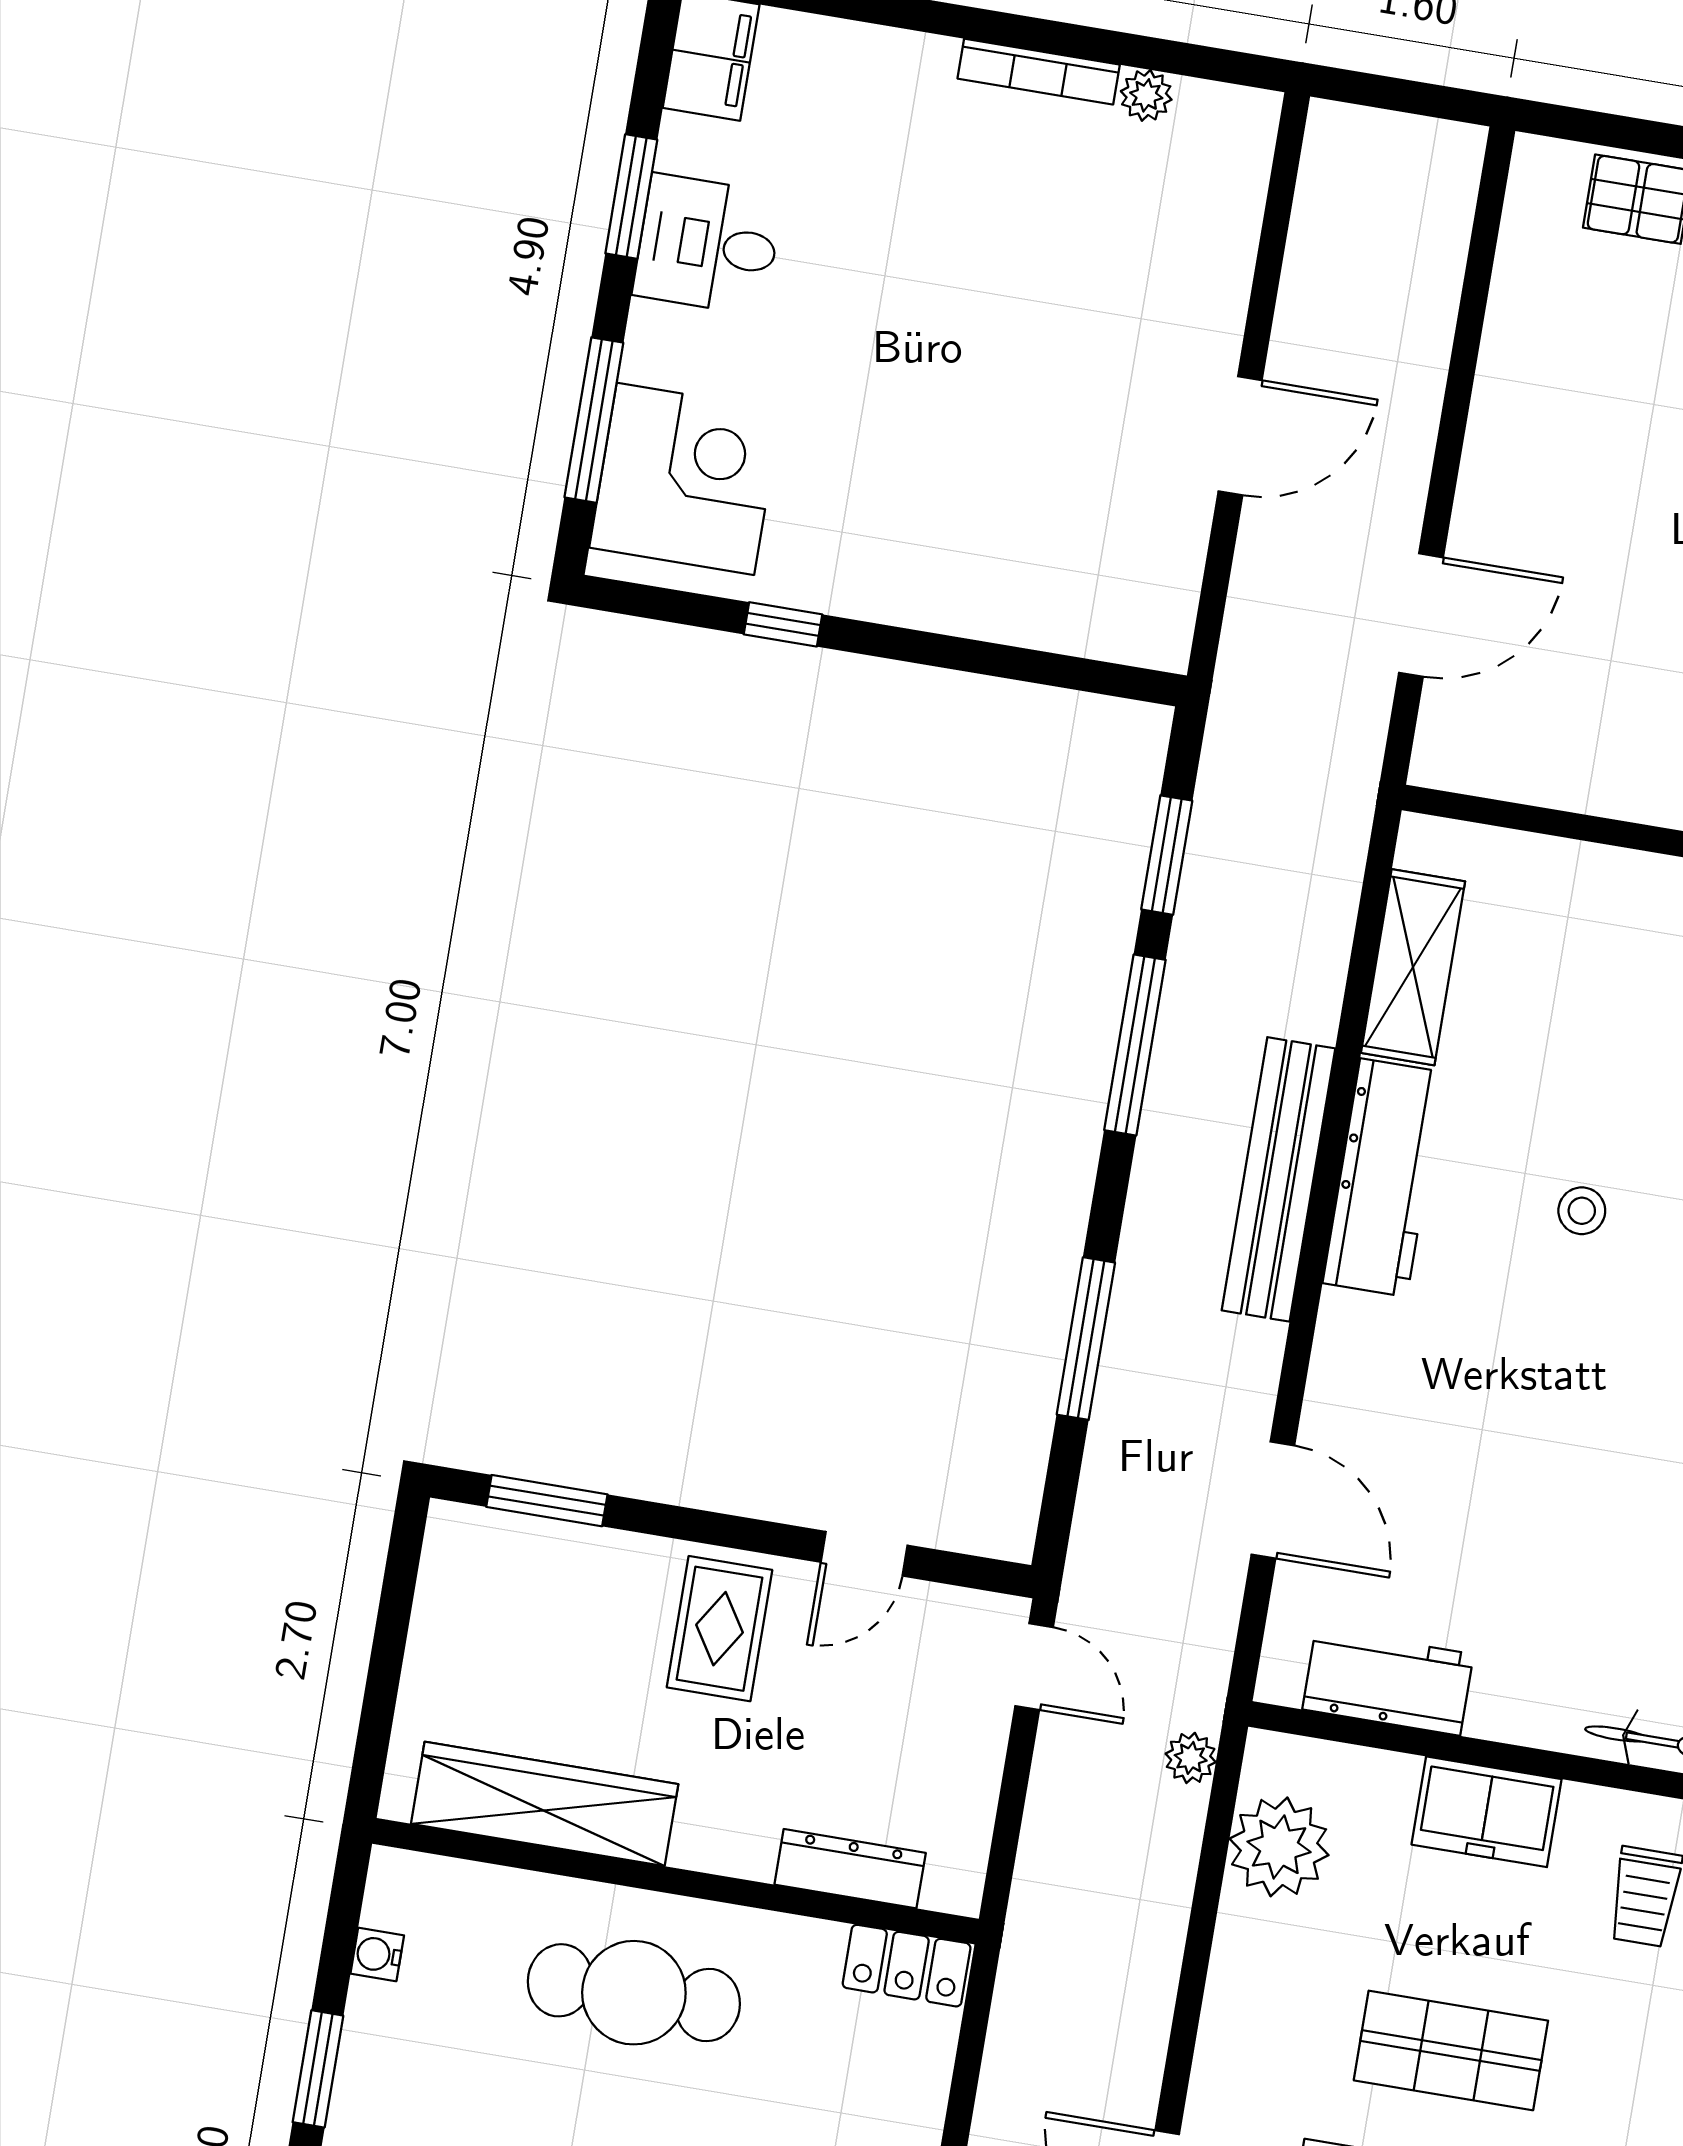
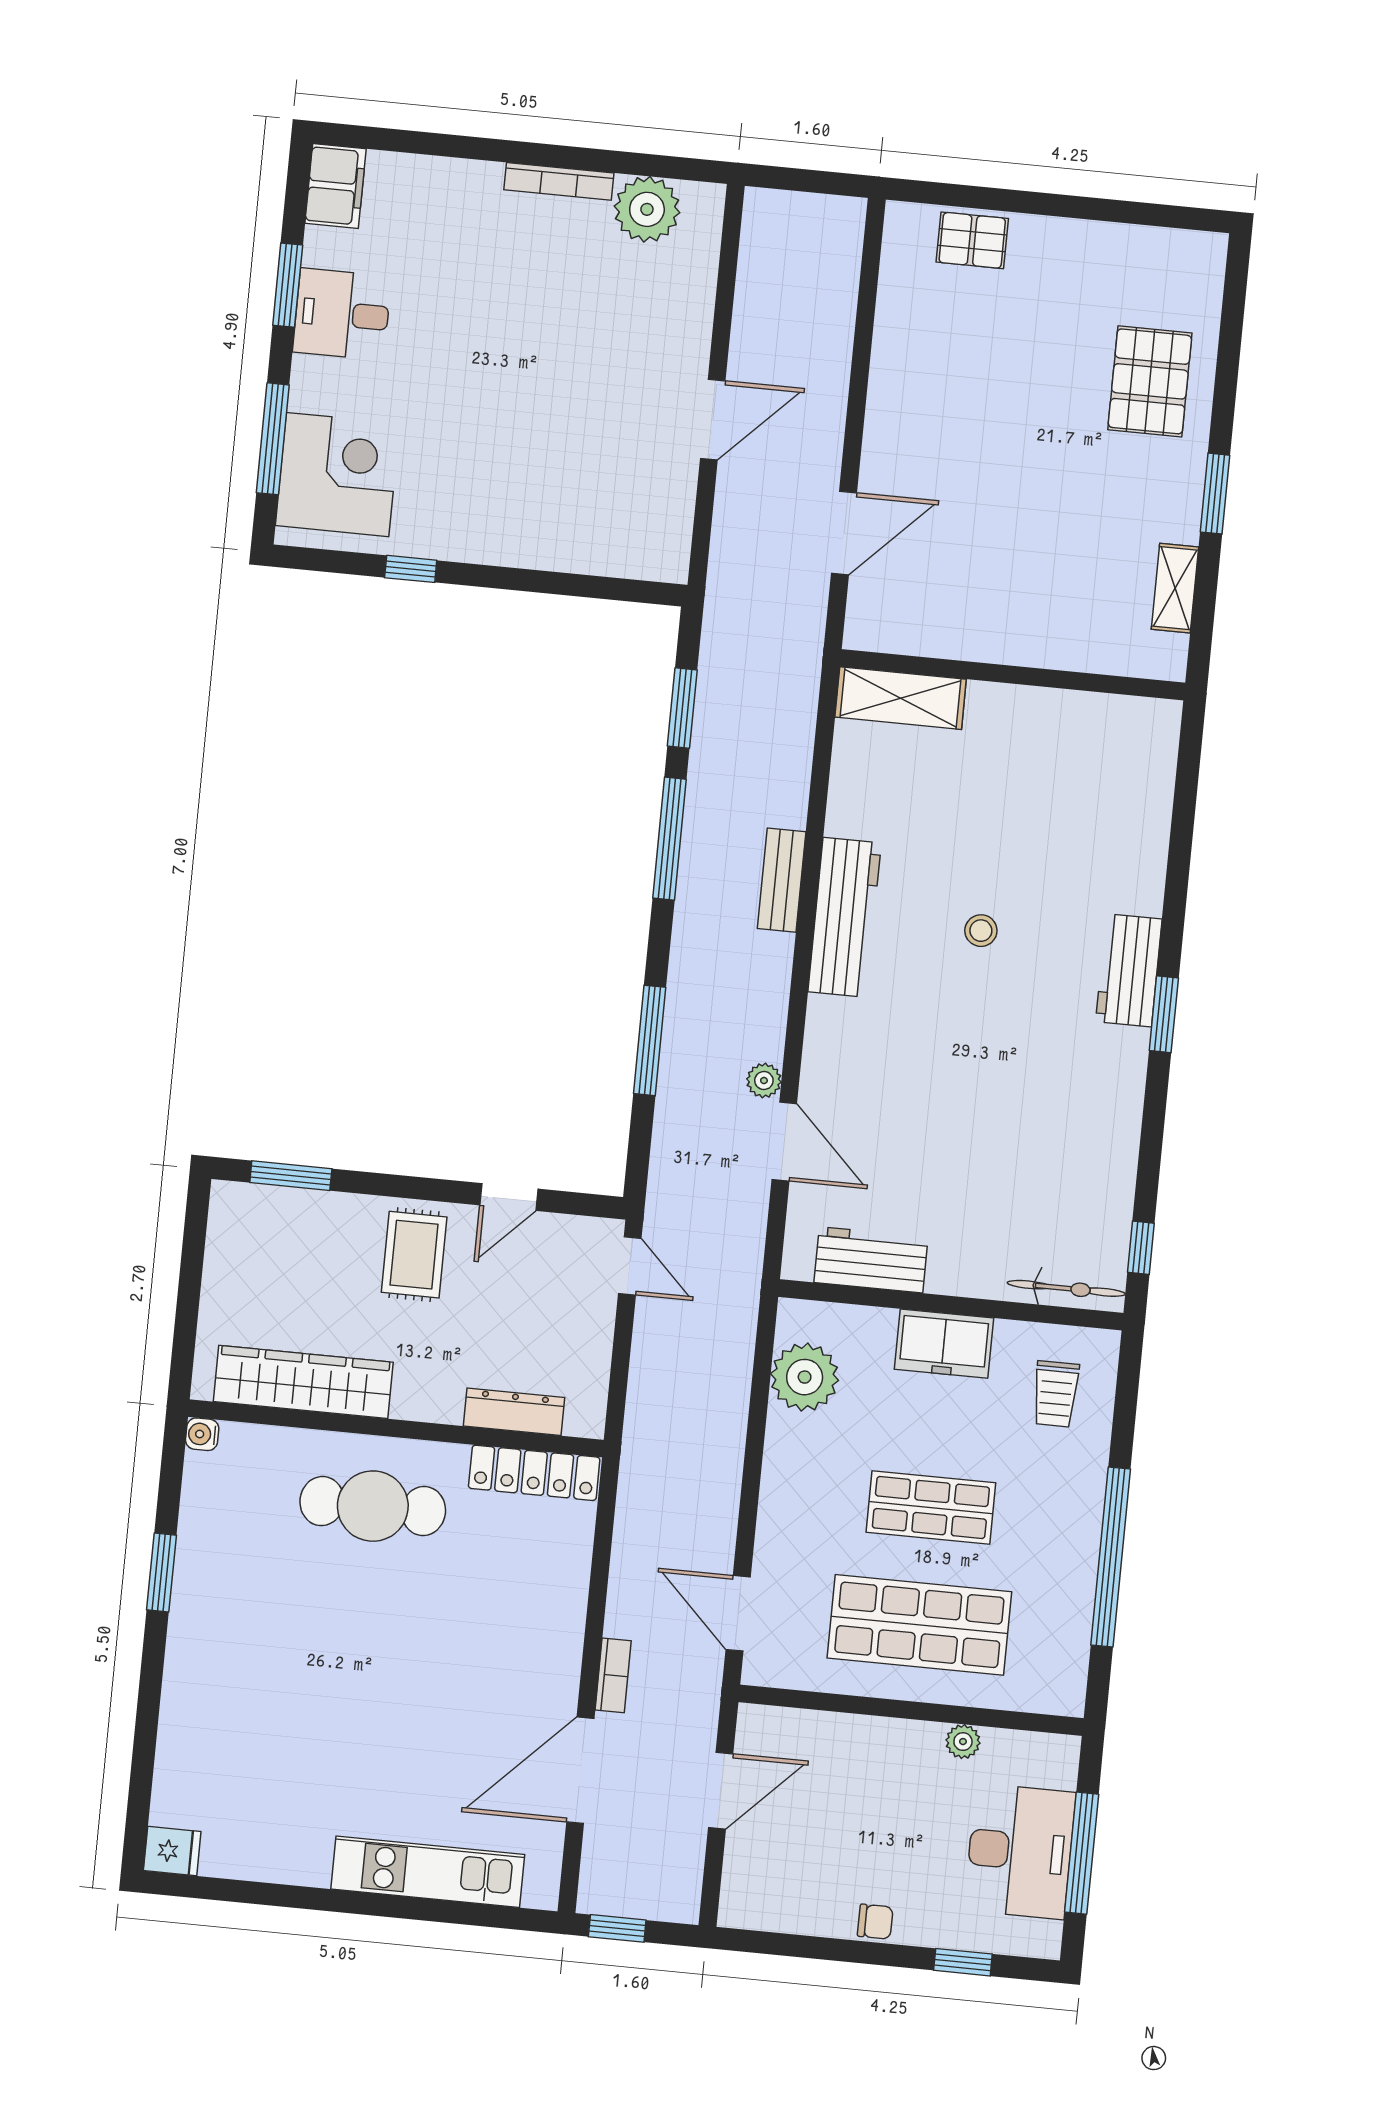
plant: (1146, 95) -> (647, 209), width x1.87, depth x1.87
shelving: (1413, 967) -> (901, 698), moved, turned 90
bench: (1278, 1179) -> (782, 880), width x0.54, depth x0.82
plant: (1191, 1758) -> (764, 1081), moved
water cooler: (377, 1954) -> (202, 1434), moved
locker: (907, 1966) -> (534, 1473), width x1.53

